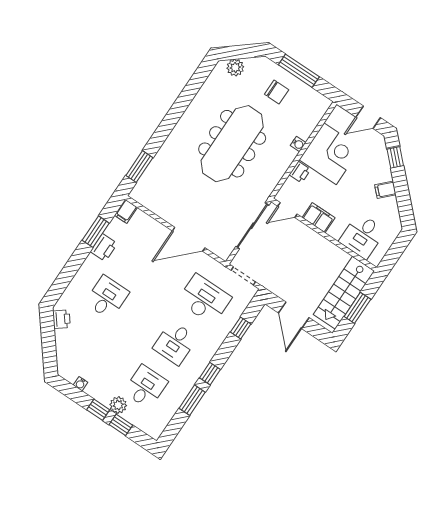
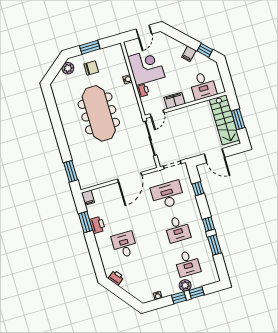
plant: (235, 68) -> (68, 68), moved
window: (299, 71) -> (90, 47), width x0.69
window: (395, 157) -> (205, 50), moved
desk: (146, 387) -> (187, 263), turned 180

